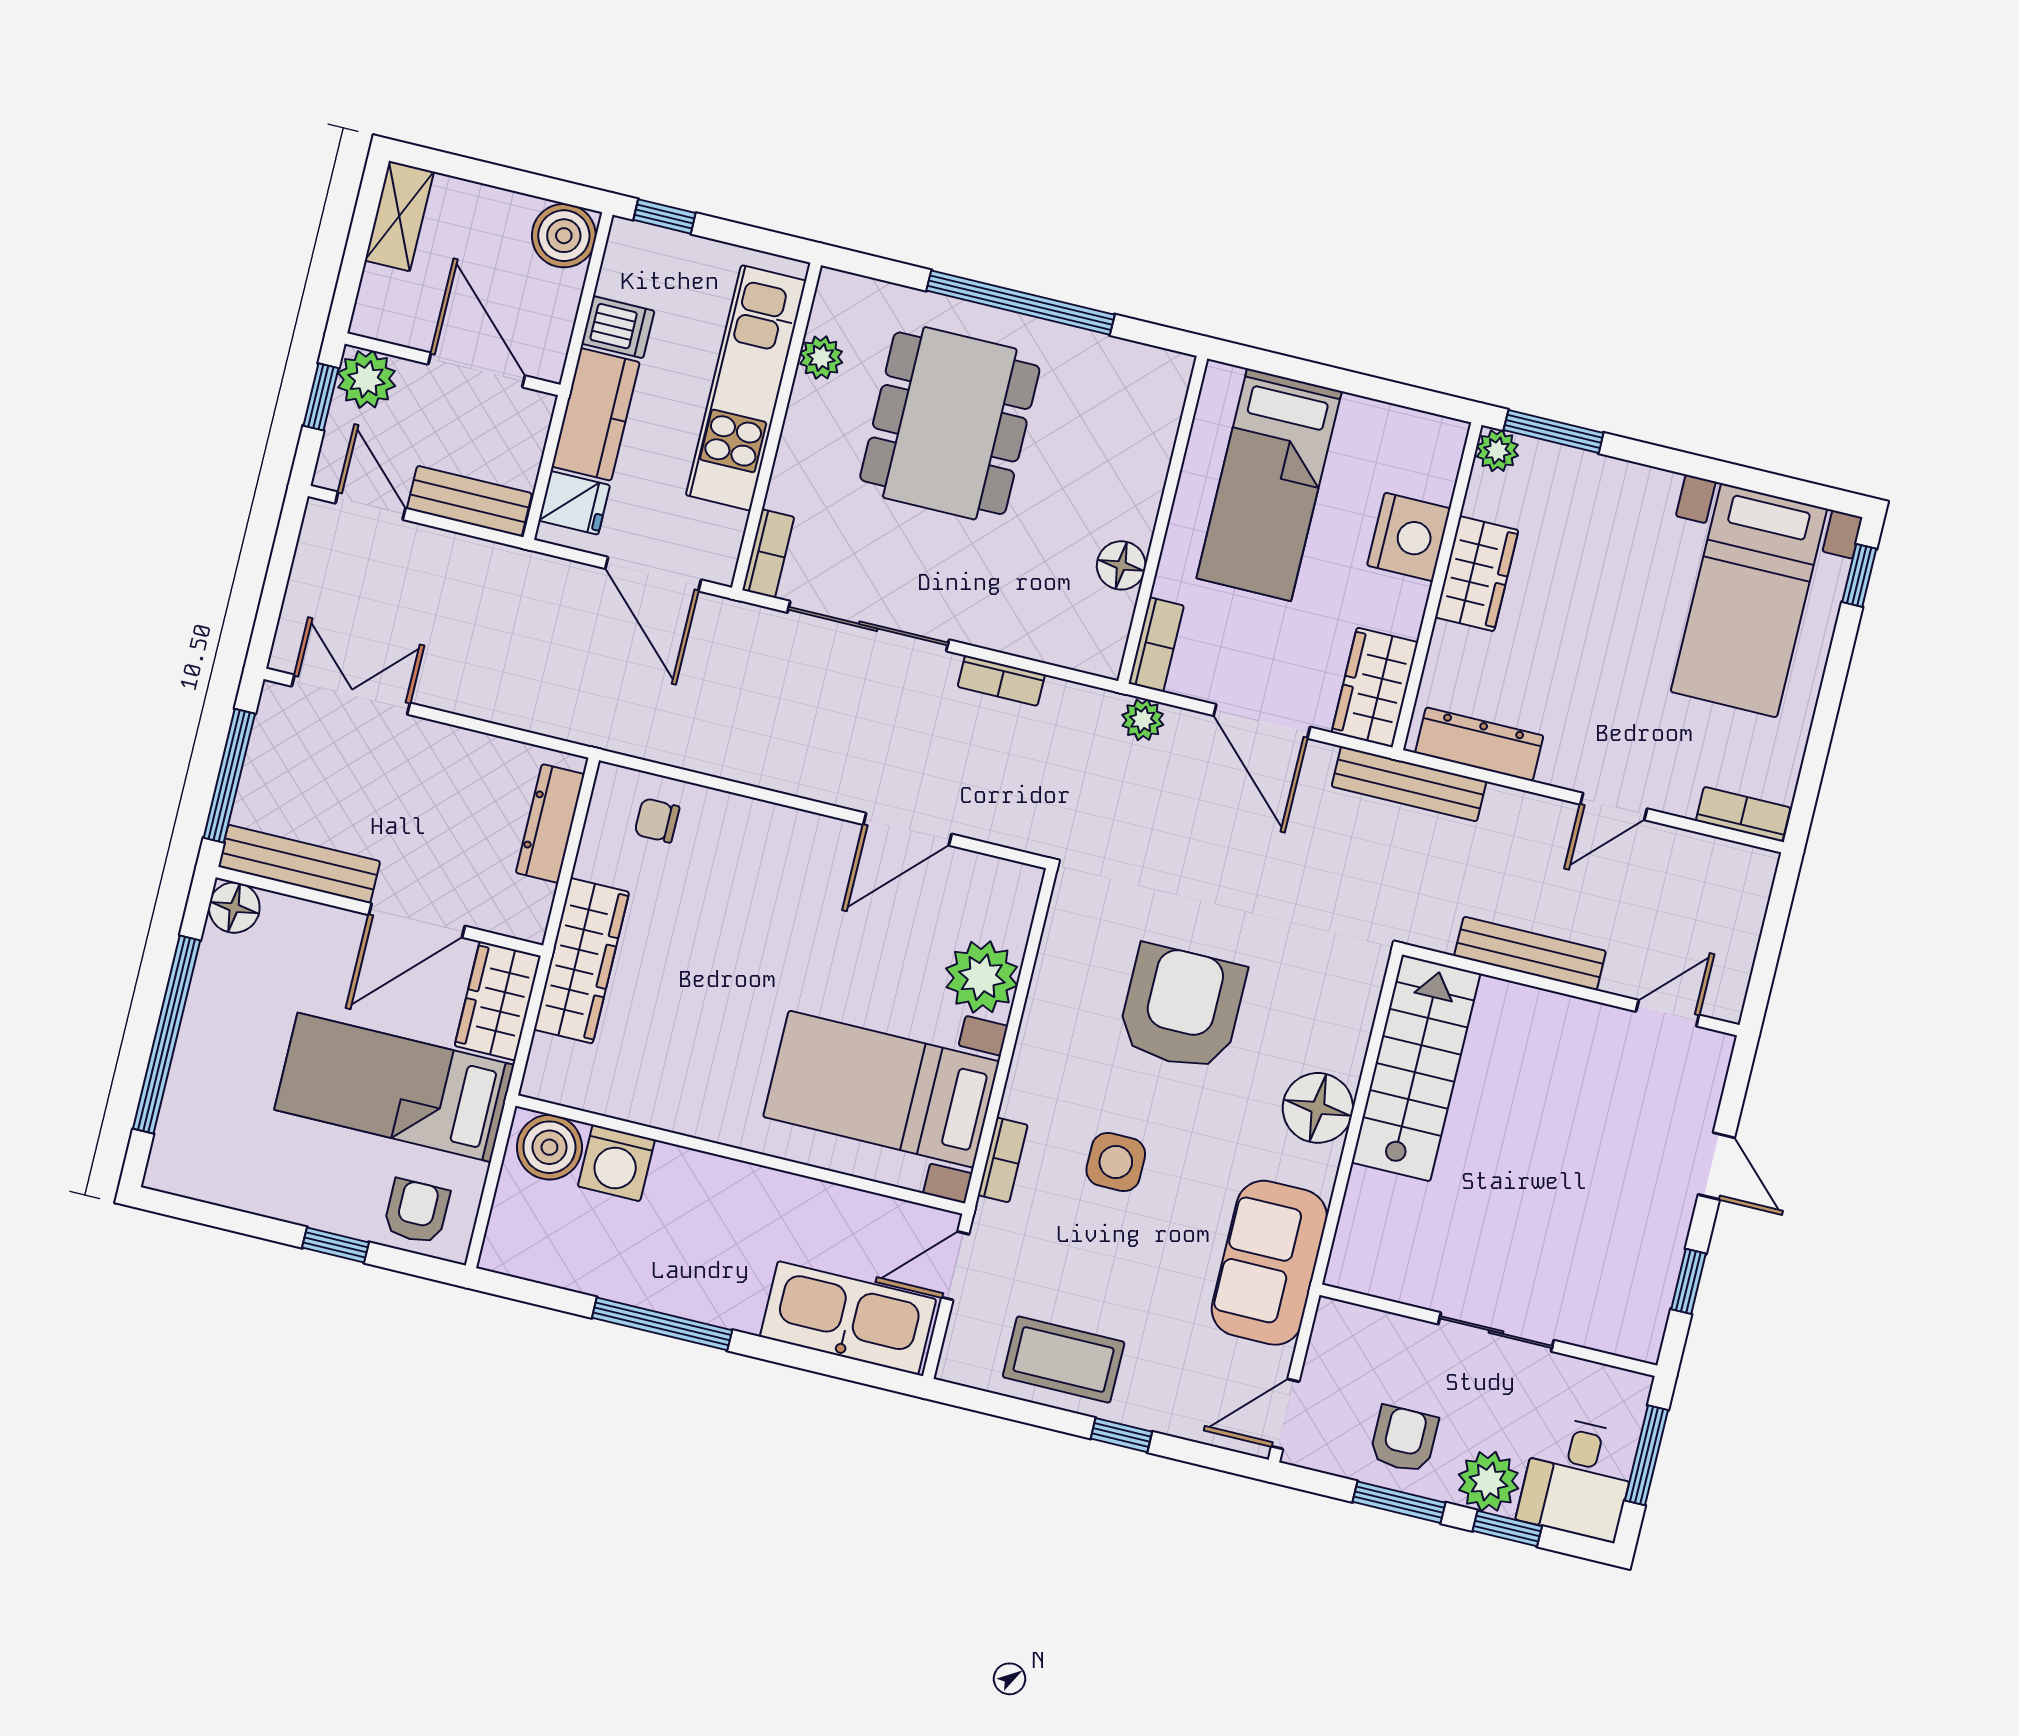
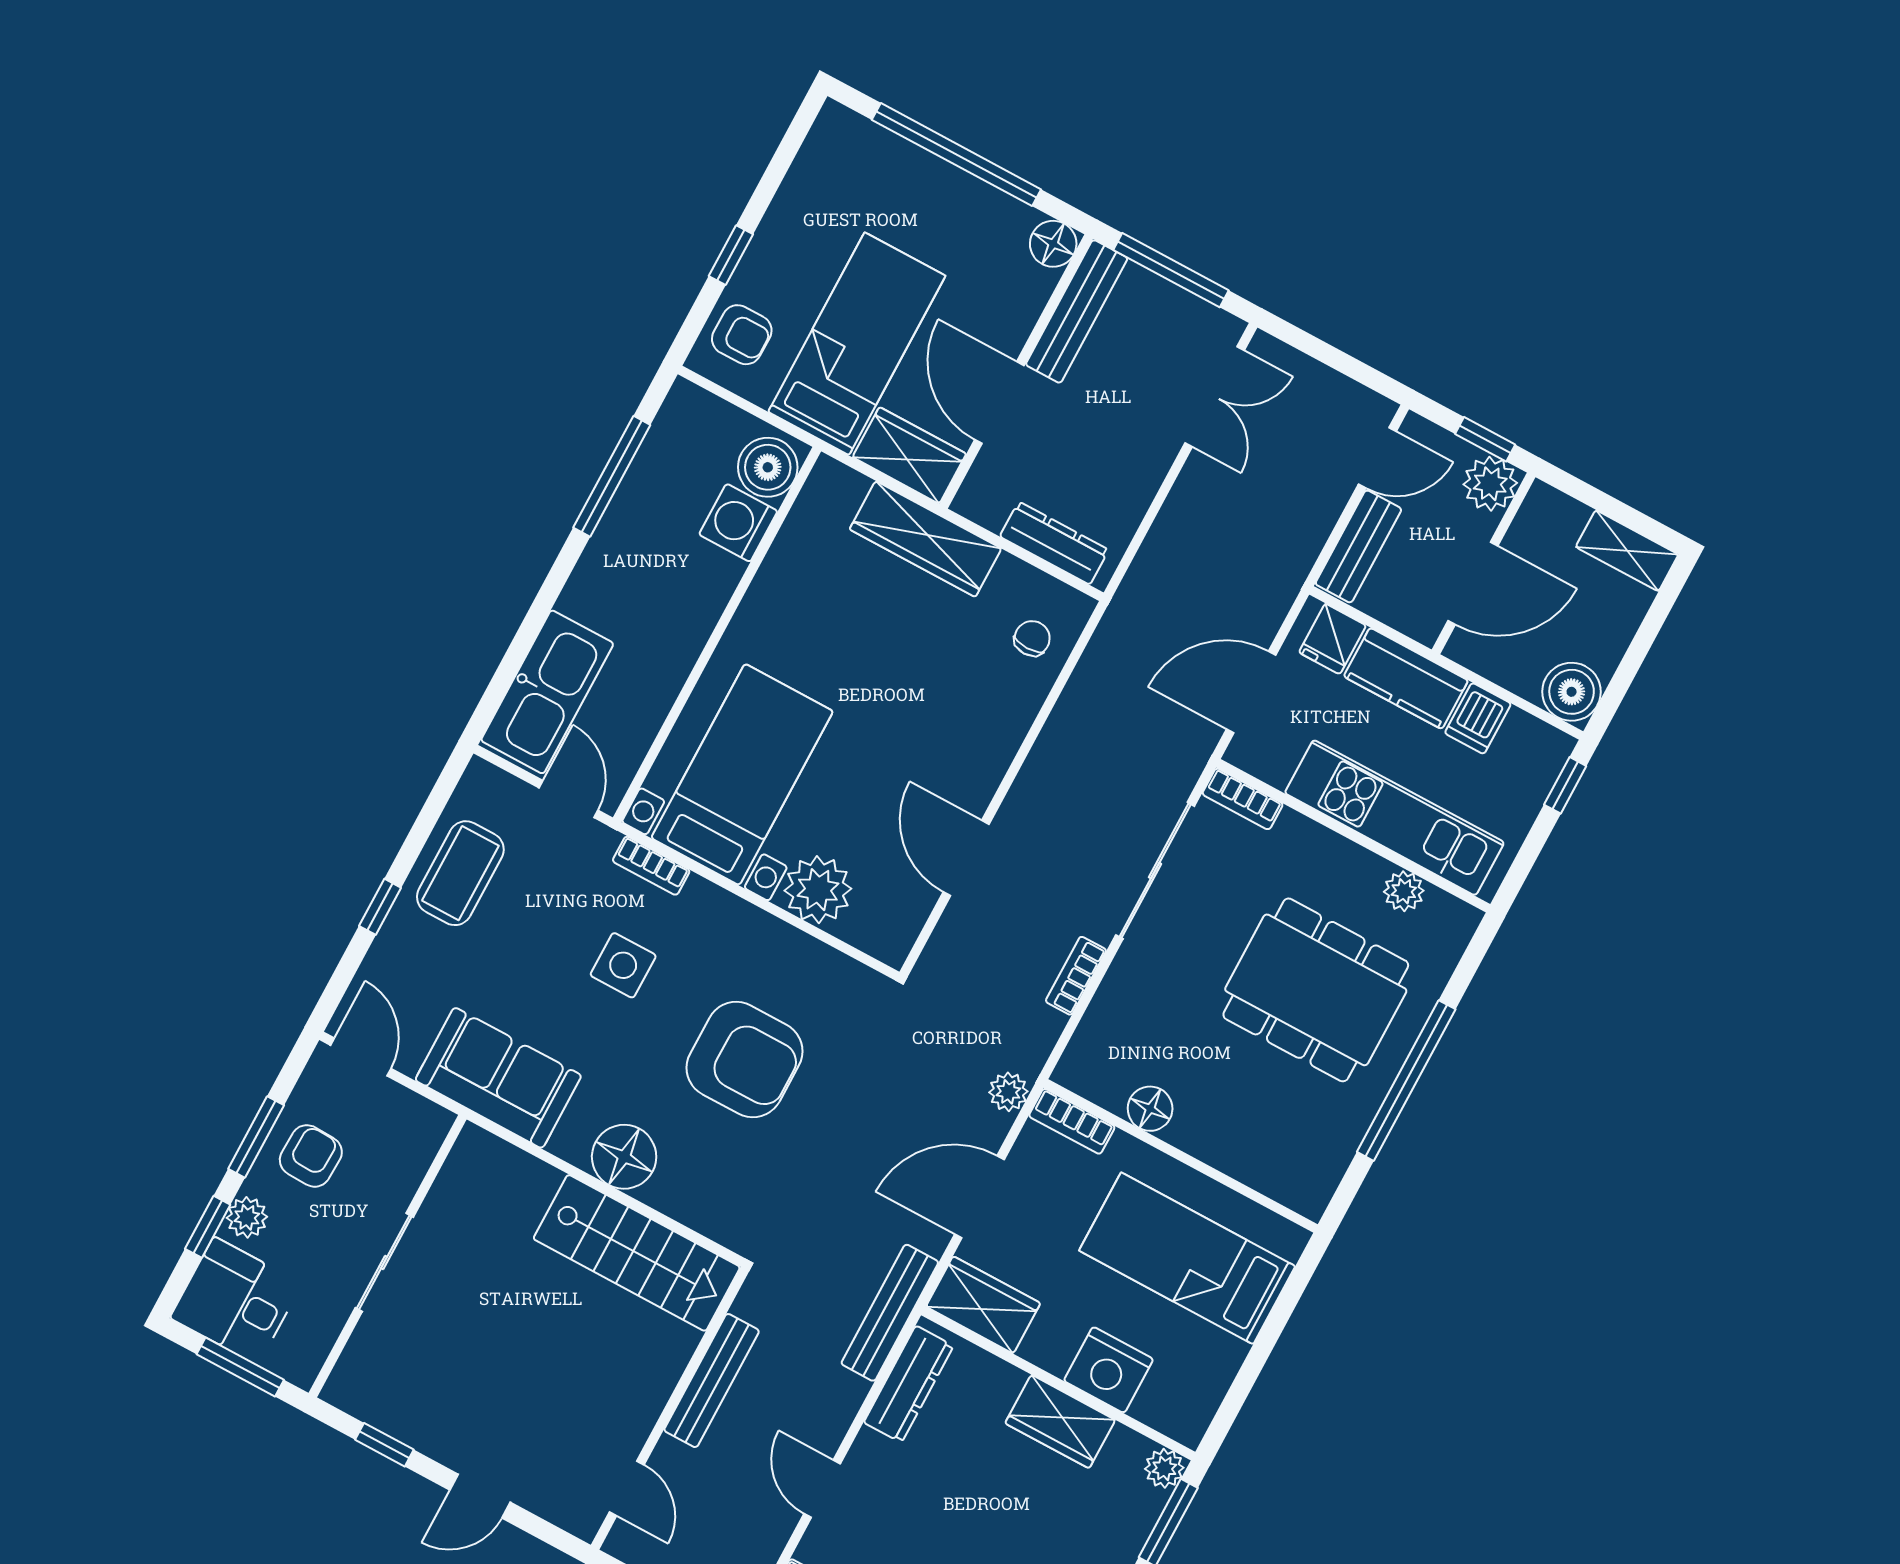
window: (662, 1324) -> (612, 476), moved
armchair: (1404, 1439) -> (311, 1156), turned -88
plant: (1488, 1481) -> (247, 1217), width x0.73, depth x0.73

